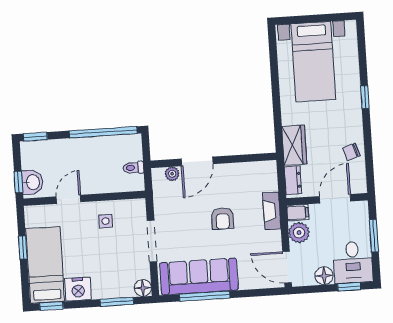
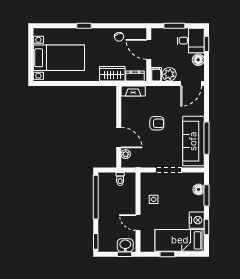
fireplace: (272, 211) -> (133, 91), moved
floor lamp: (143, 288) -> (199, 189), moved
window: (51, 306) -> (206, 227), moved

